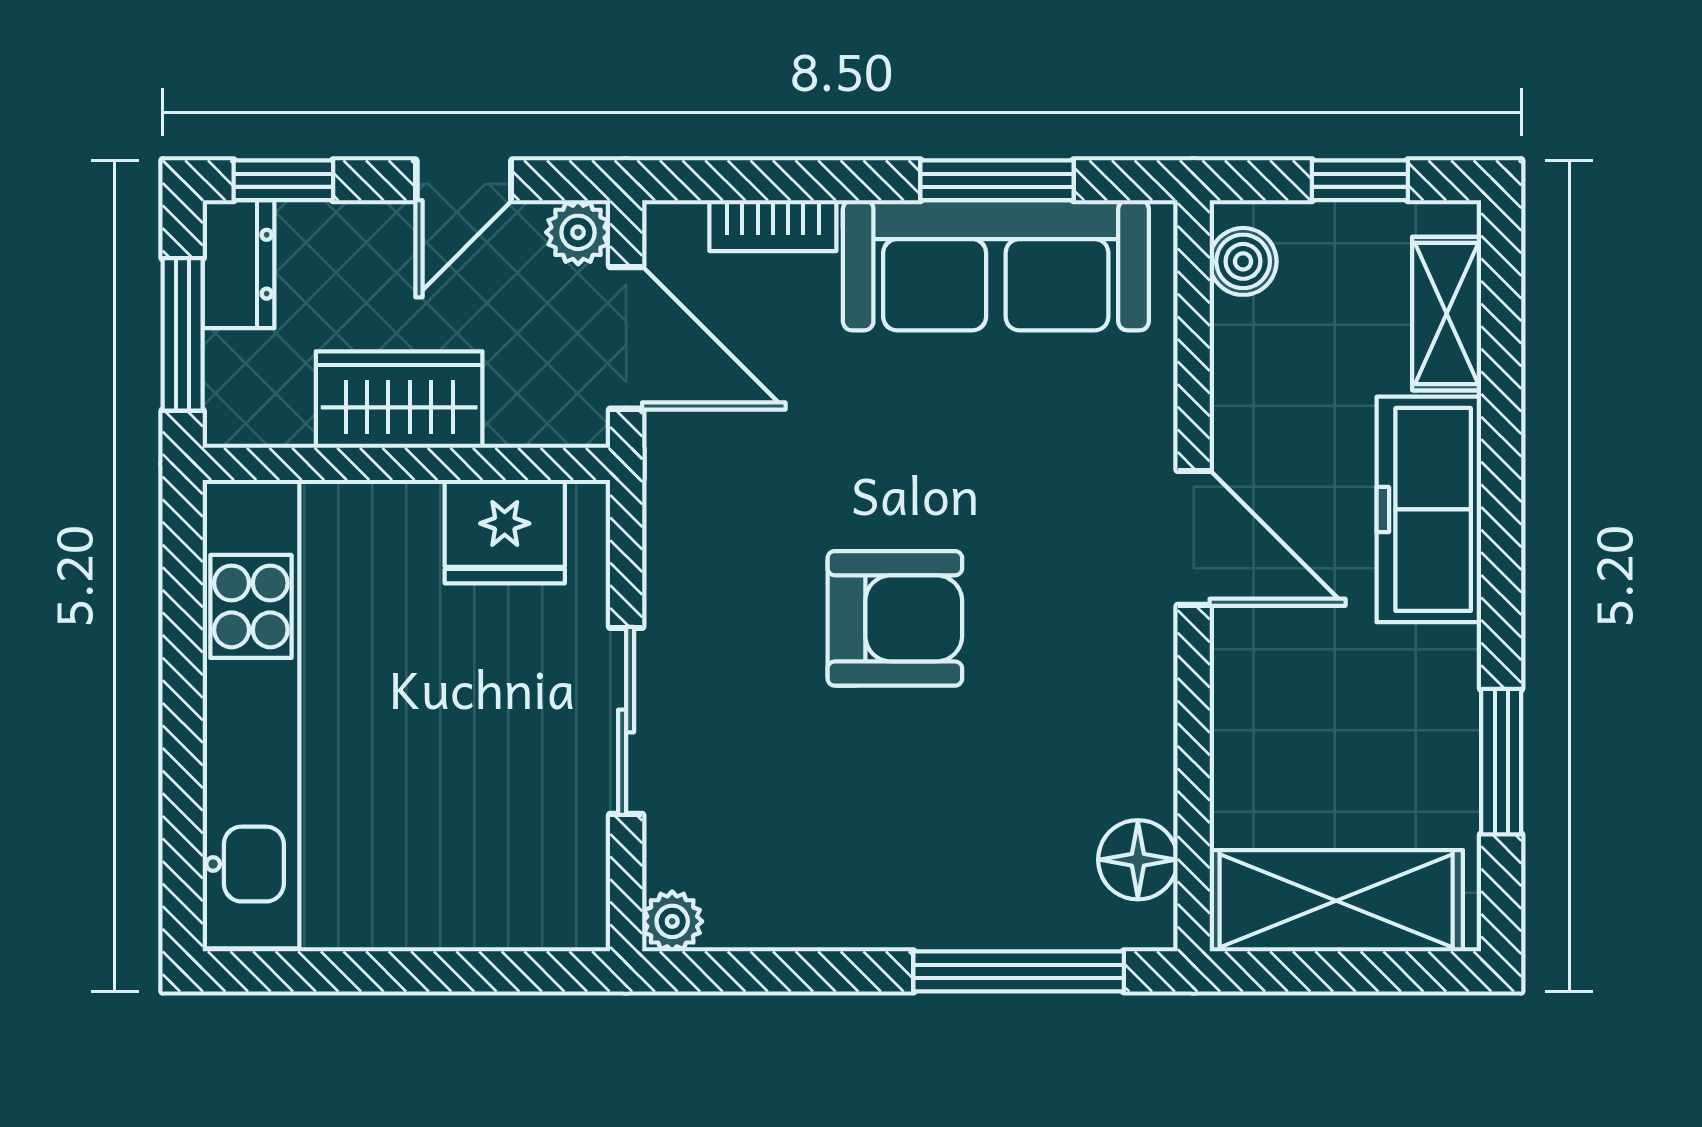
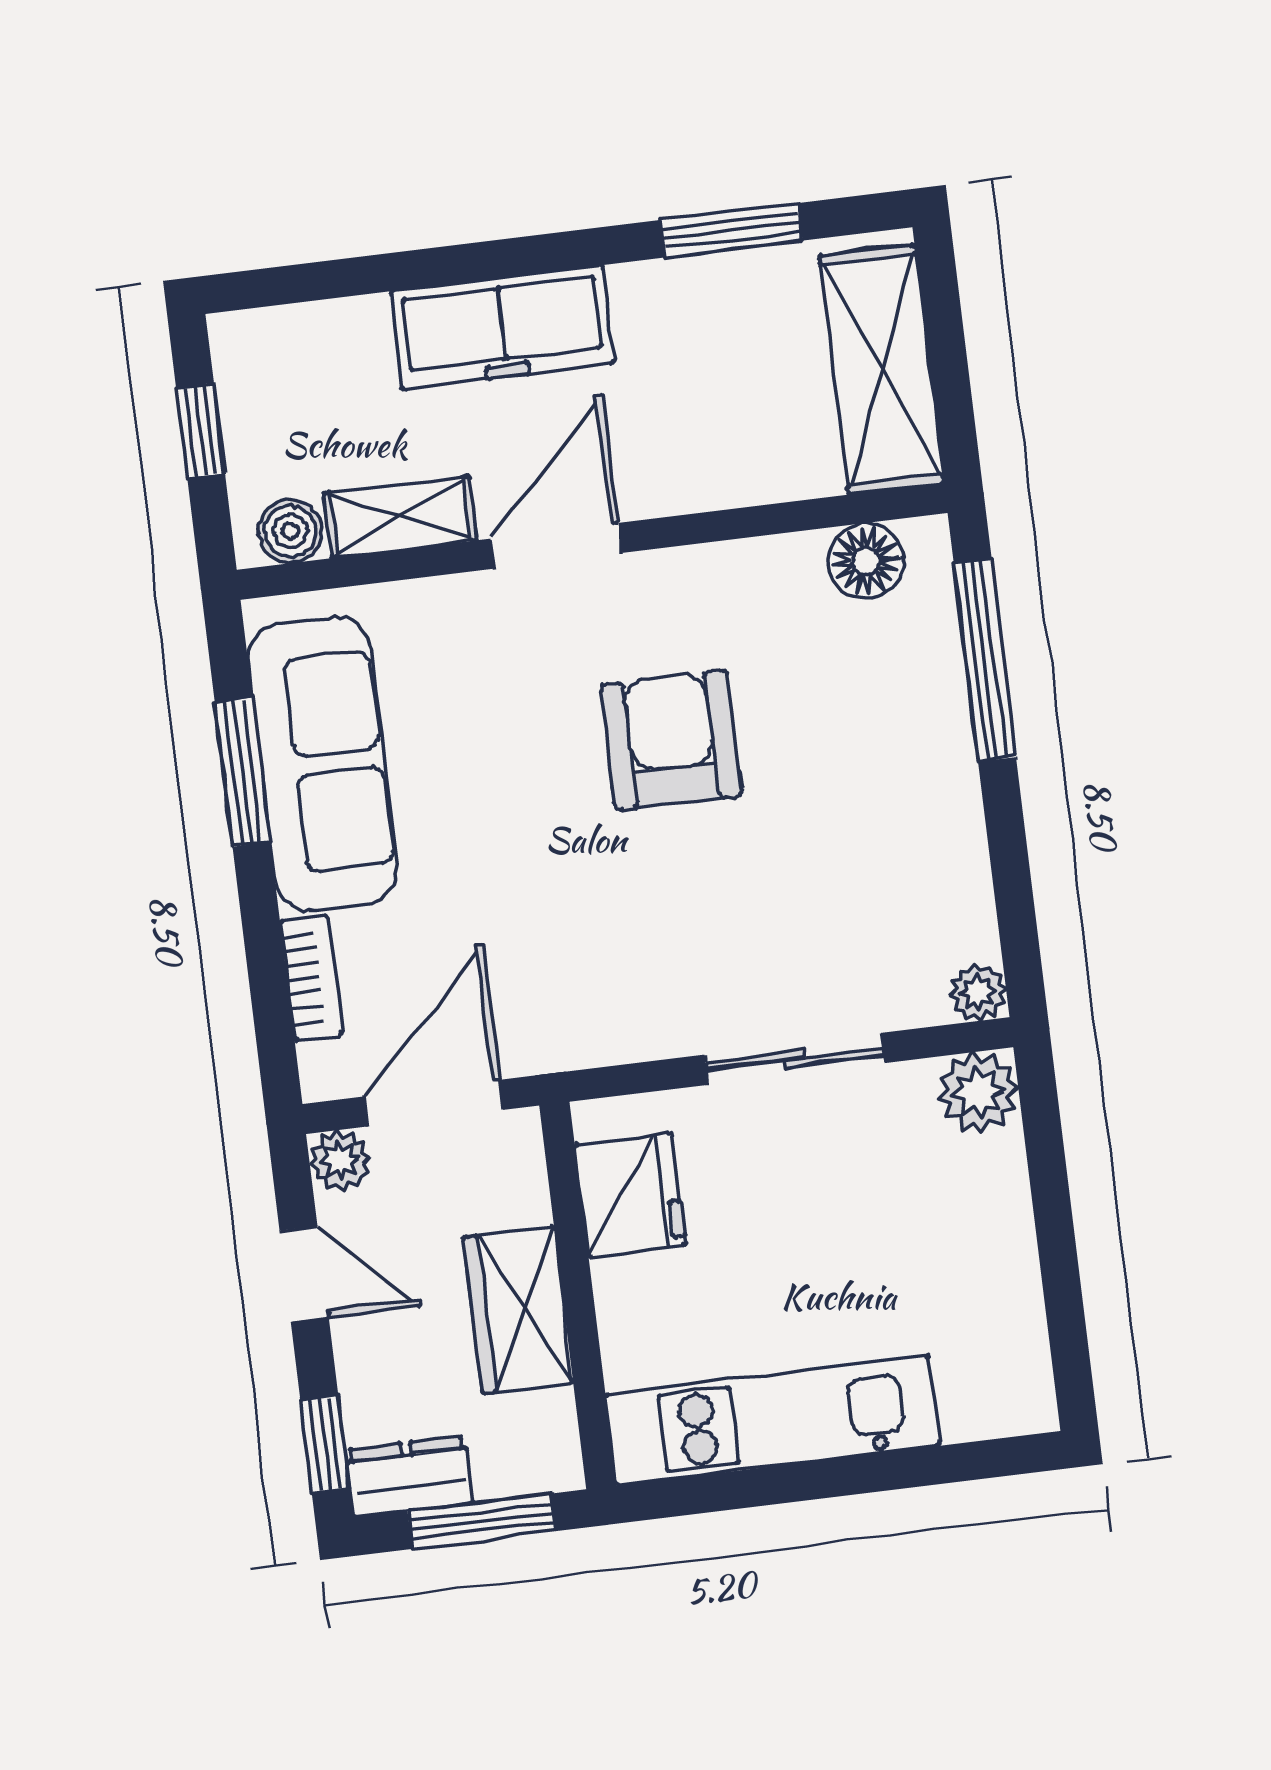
shelving: (1447, 314) -> (400, 517), moved
armchair: (895, 618) -> (671, 740), moved
kitchen unit: (251, 714) -> (773, 1420), width x0.73
plant: (567, 909) -> (978, 1092), added

